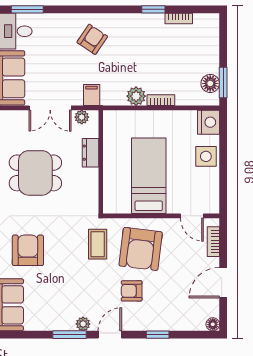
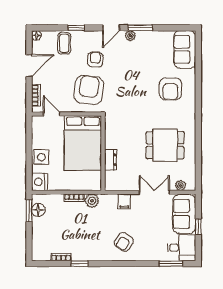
plant: (82, 117) -> (180, 186), moved
dresser: (91, 153) -> (110, 160), moved
wall: (101, 162) -> (103, 153), moved
bed: (149, 176) -> (83, 143), width x1.50
coffee table: (98, 244) -> (64, 43), moved
armchair: (132, 291) -> (95, 60), turned -87

